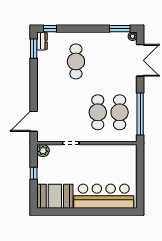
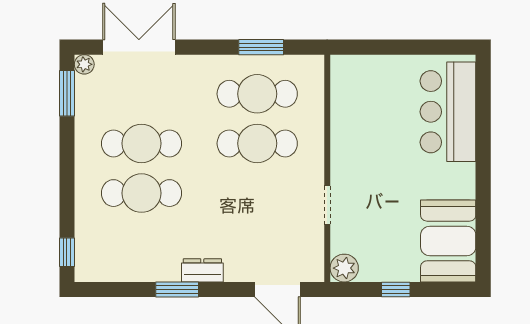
dresser: (42, 41) -> (202, 270), moved
window: (34, 49) -> (177, 289), moved
cafe table: (98, 61) -> (142, 143), added
window: (140, 114) -> (261, 47), width x0.47
bar counter: (104, 196) -> (448, 112), width x0.73

